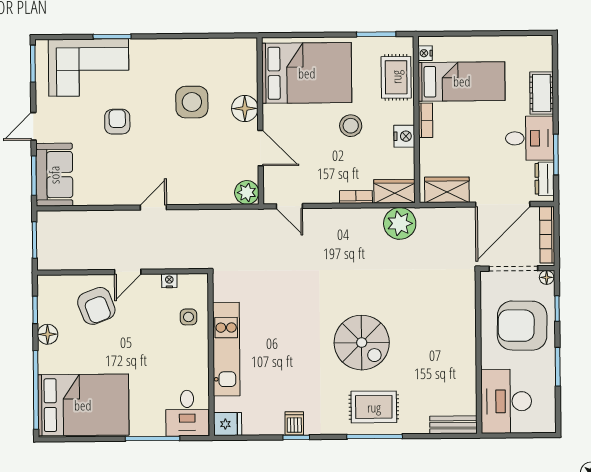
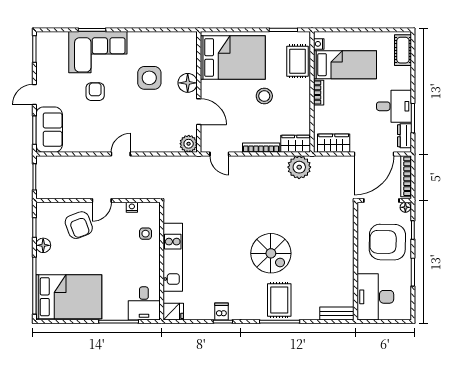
corner sofa: (89, 68) -> (98, 52), moved
cot: (542, 93) -> (403, 50), moved
nightstand: (404, 136) -> (303, 104), removed
bookcase: (356, 197) -> (261, 148), width x1.56
rug: (374, 407) -> (279, 300), turned 90

